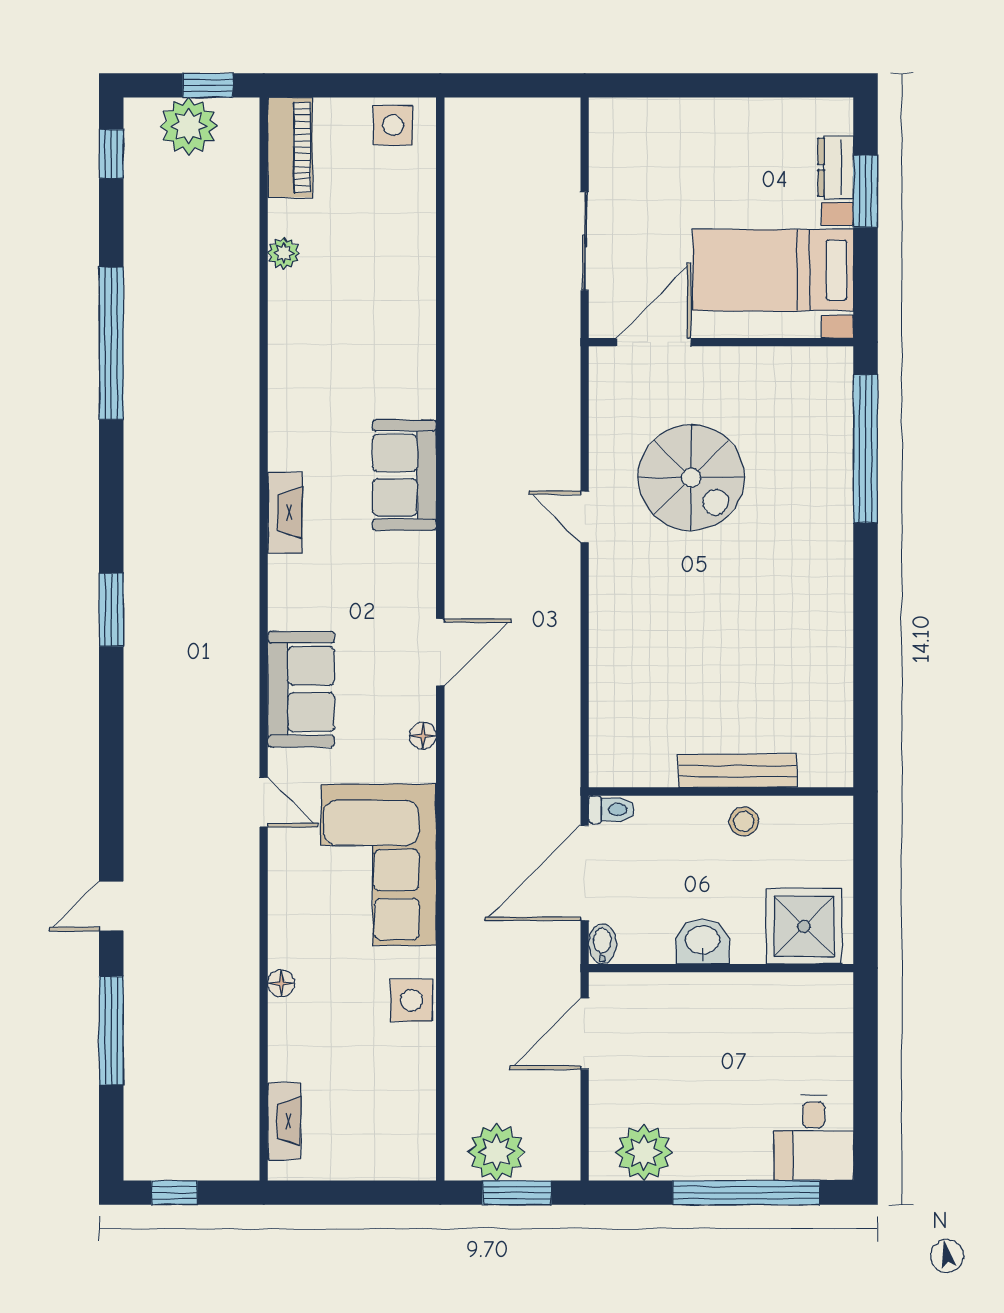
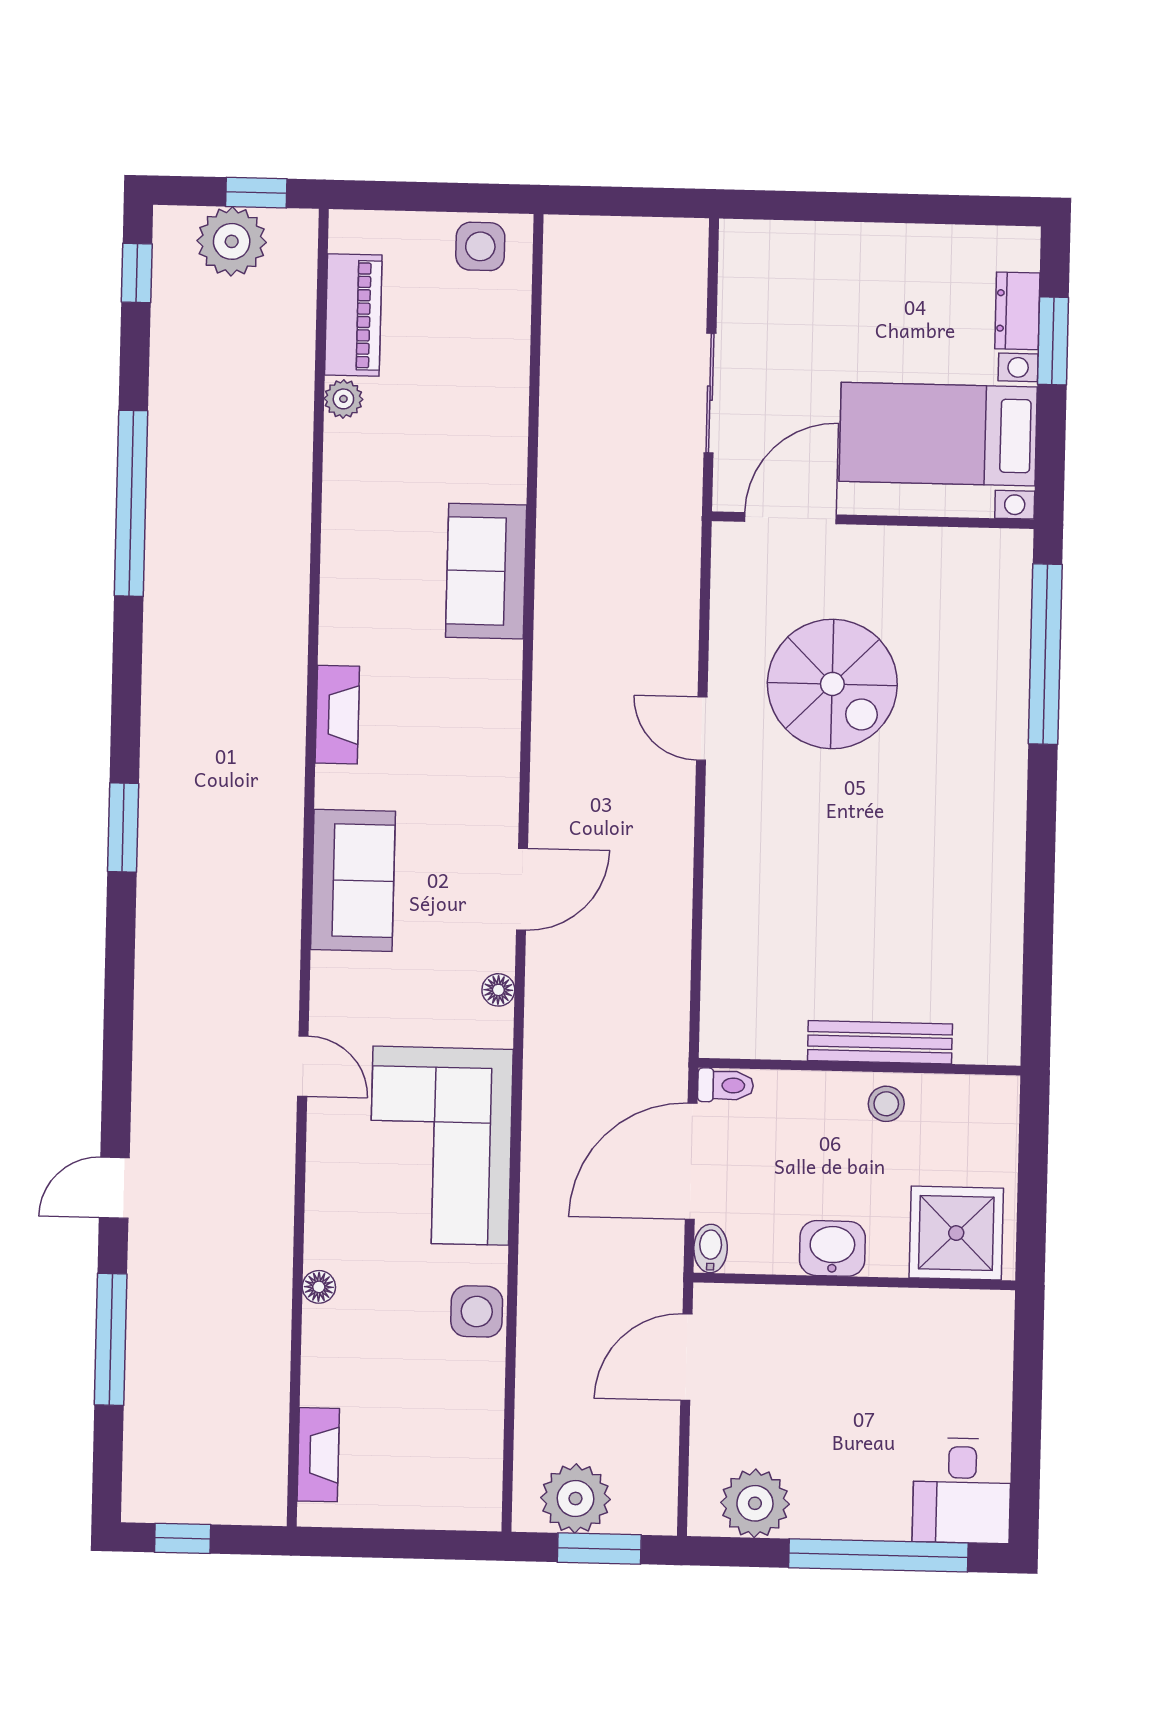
piano: (290, 147) -> (353, 315), moved
sofa: (404, 475) -> (486, 571), moved
sofa: (301, 689) -> (353, 880), moved

